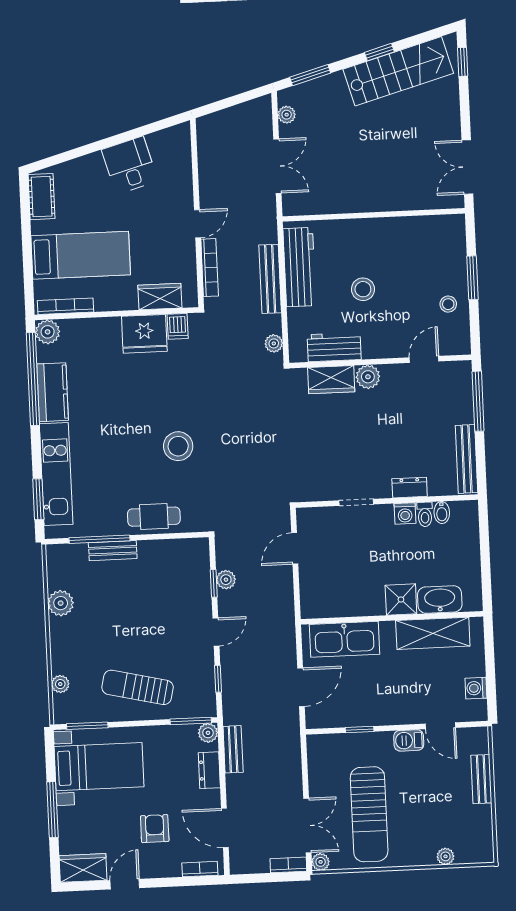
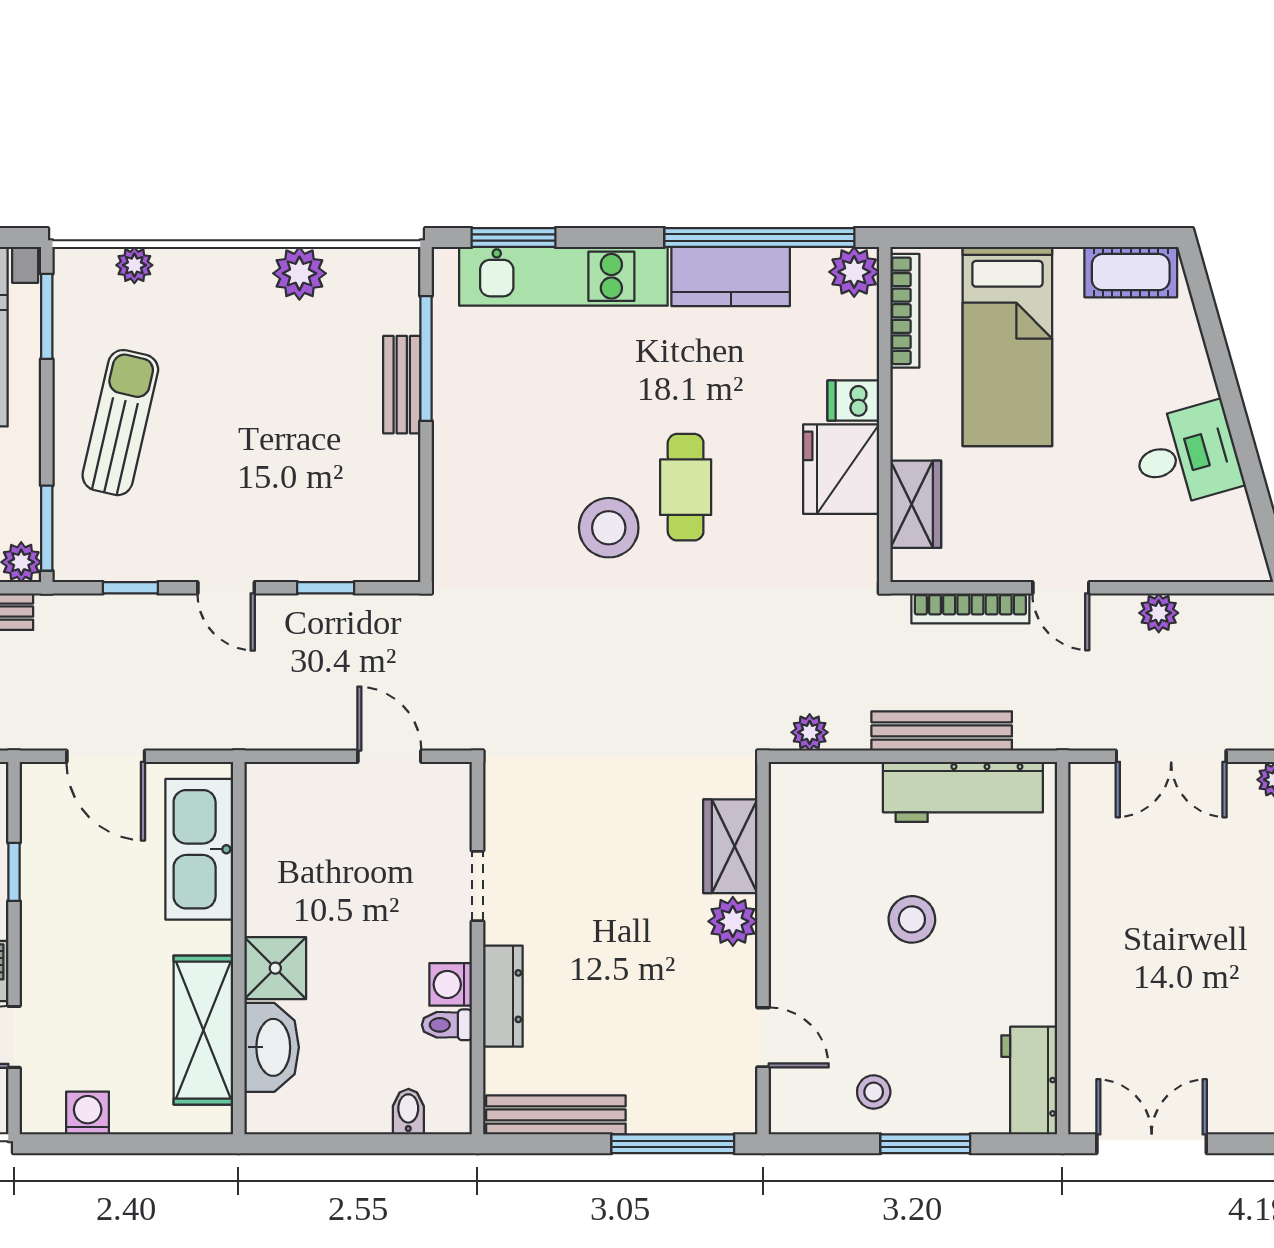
dishwasher: (178, 326) -> (853, 401), moved
workbench: (334, 347) -> (1029, 1081), moved, turned 180
dresser: (410, 488) -> (503, 996), width x1.44
bidet: (442, 512) -> (408, 1112), moved, turned 90
cafe table: (154, 517) -> (686, 487), moved
plant: (226, 580) -> (1159, 613), moved

